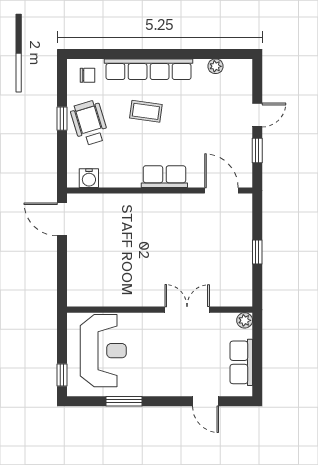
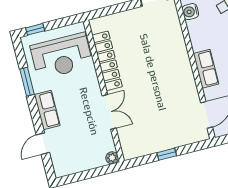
locker: (124, 296) -> (107, 61), added
row of seats: (241, 362) -> (47, 110), moved, turned 90

